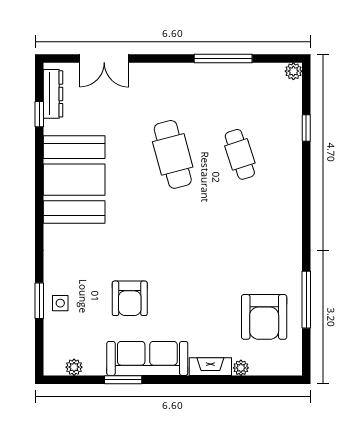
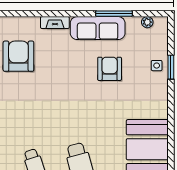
plant: (241, 368) -> (34, 22), removed
window: (123, 380) -> (114, 14), width x1.44

